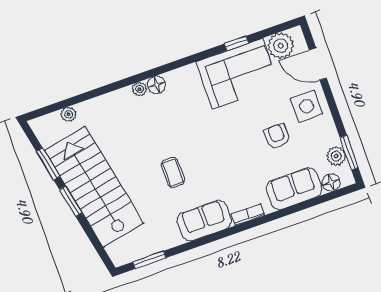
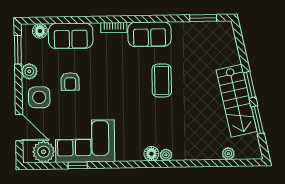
plant: (336, 156) -> (29, 71), moved
coffee table: (173, 172) -> (162, 81), width x1.36, depth x1.30
stairs: (94, 187) -> (237, 101), width x0.73, depth x0.66

